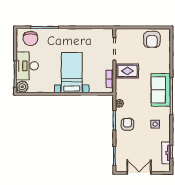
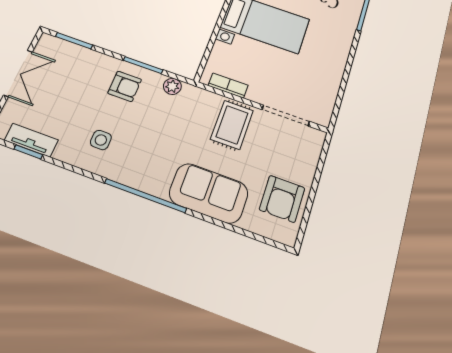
armchair: (152, 39) -> (282, 199), turned -90
sofa: (161, 90) -> (209, 193), moved

